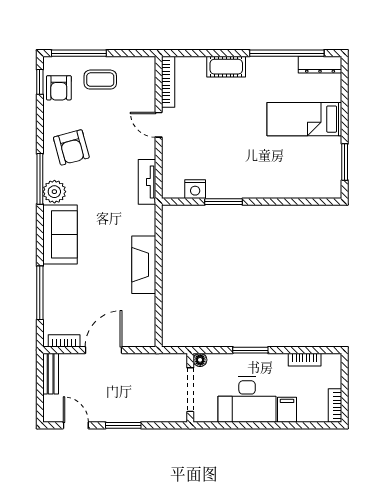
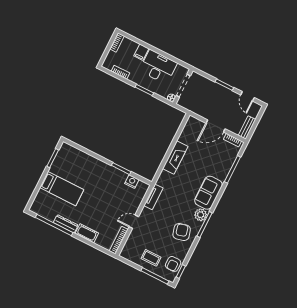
dresser: (320, 65) -> (66, 224), moved
armchair: (59, 88) -> (173, 264), turned 180
door: (159, 125) -> (134, 222), swing flipped

